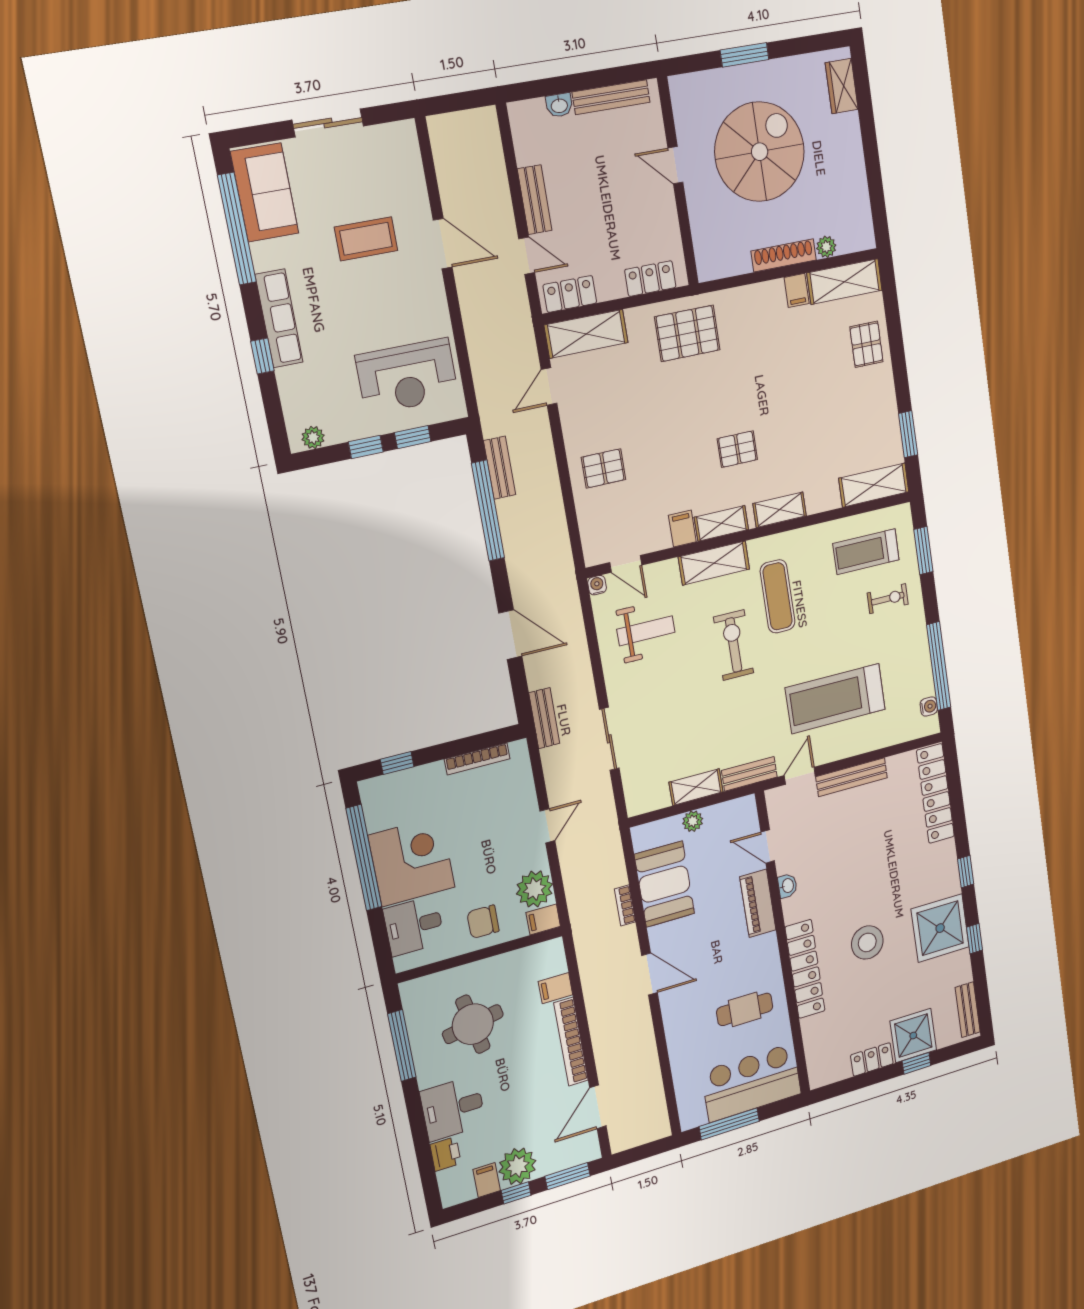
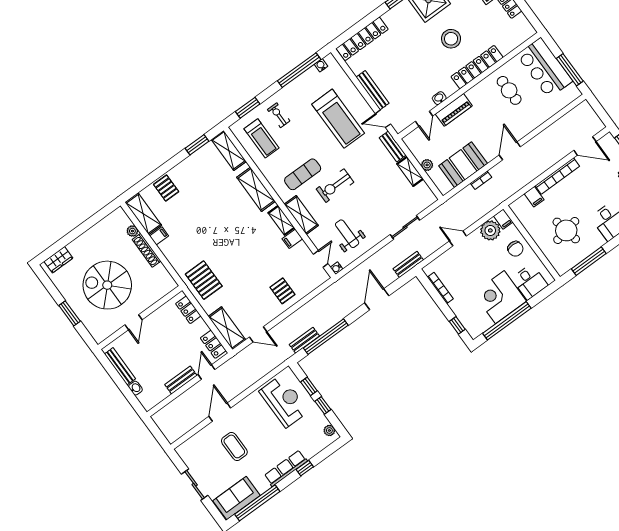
pallet: (866, 344) -> (166, 188), turned 90
pallet: (737, 449) -> (244, 229), removed
shelving: (780, 510) -> (256, 189), width x1.50, depth x1.33

